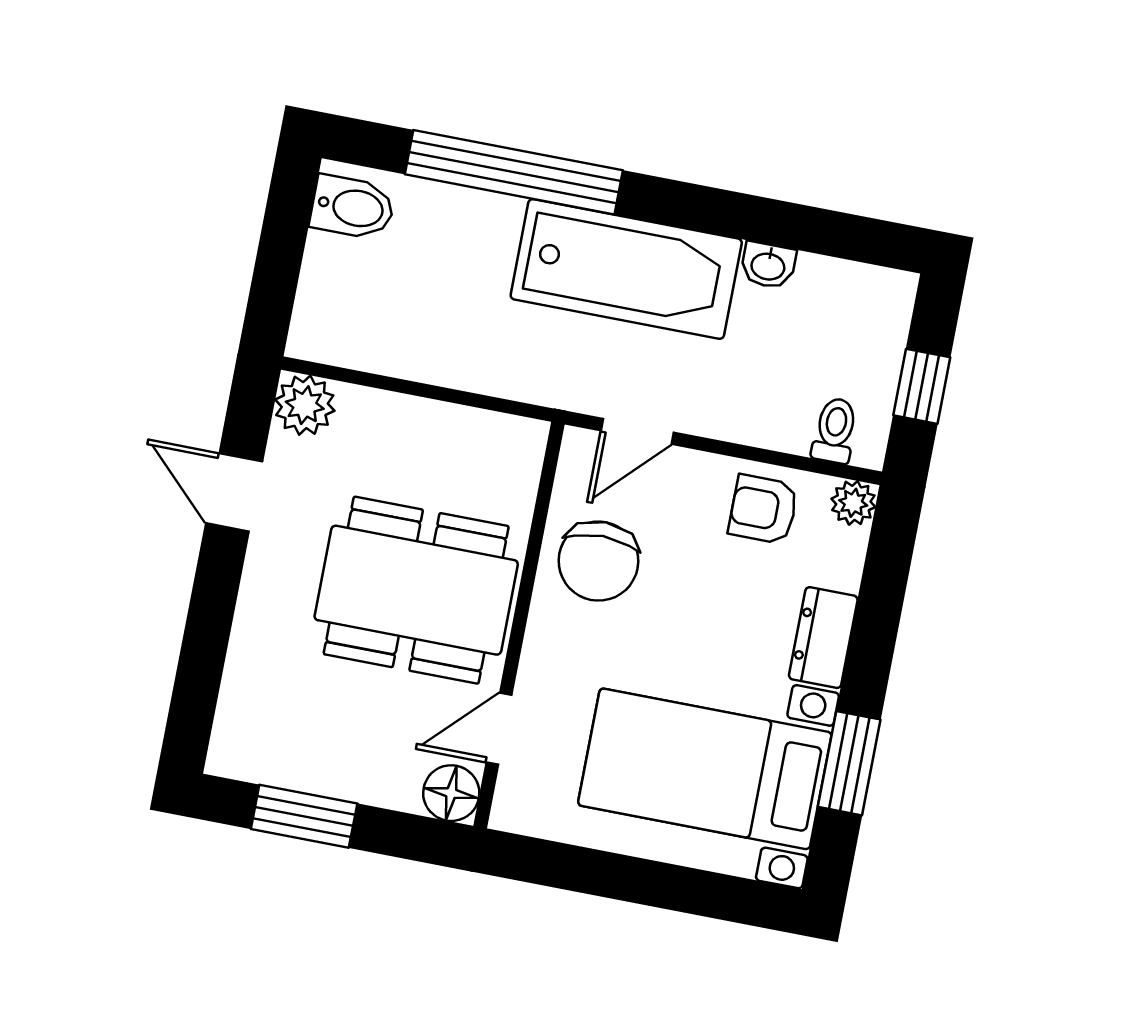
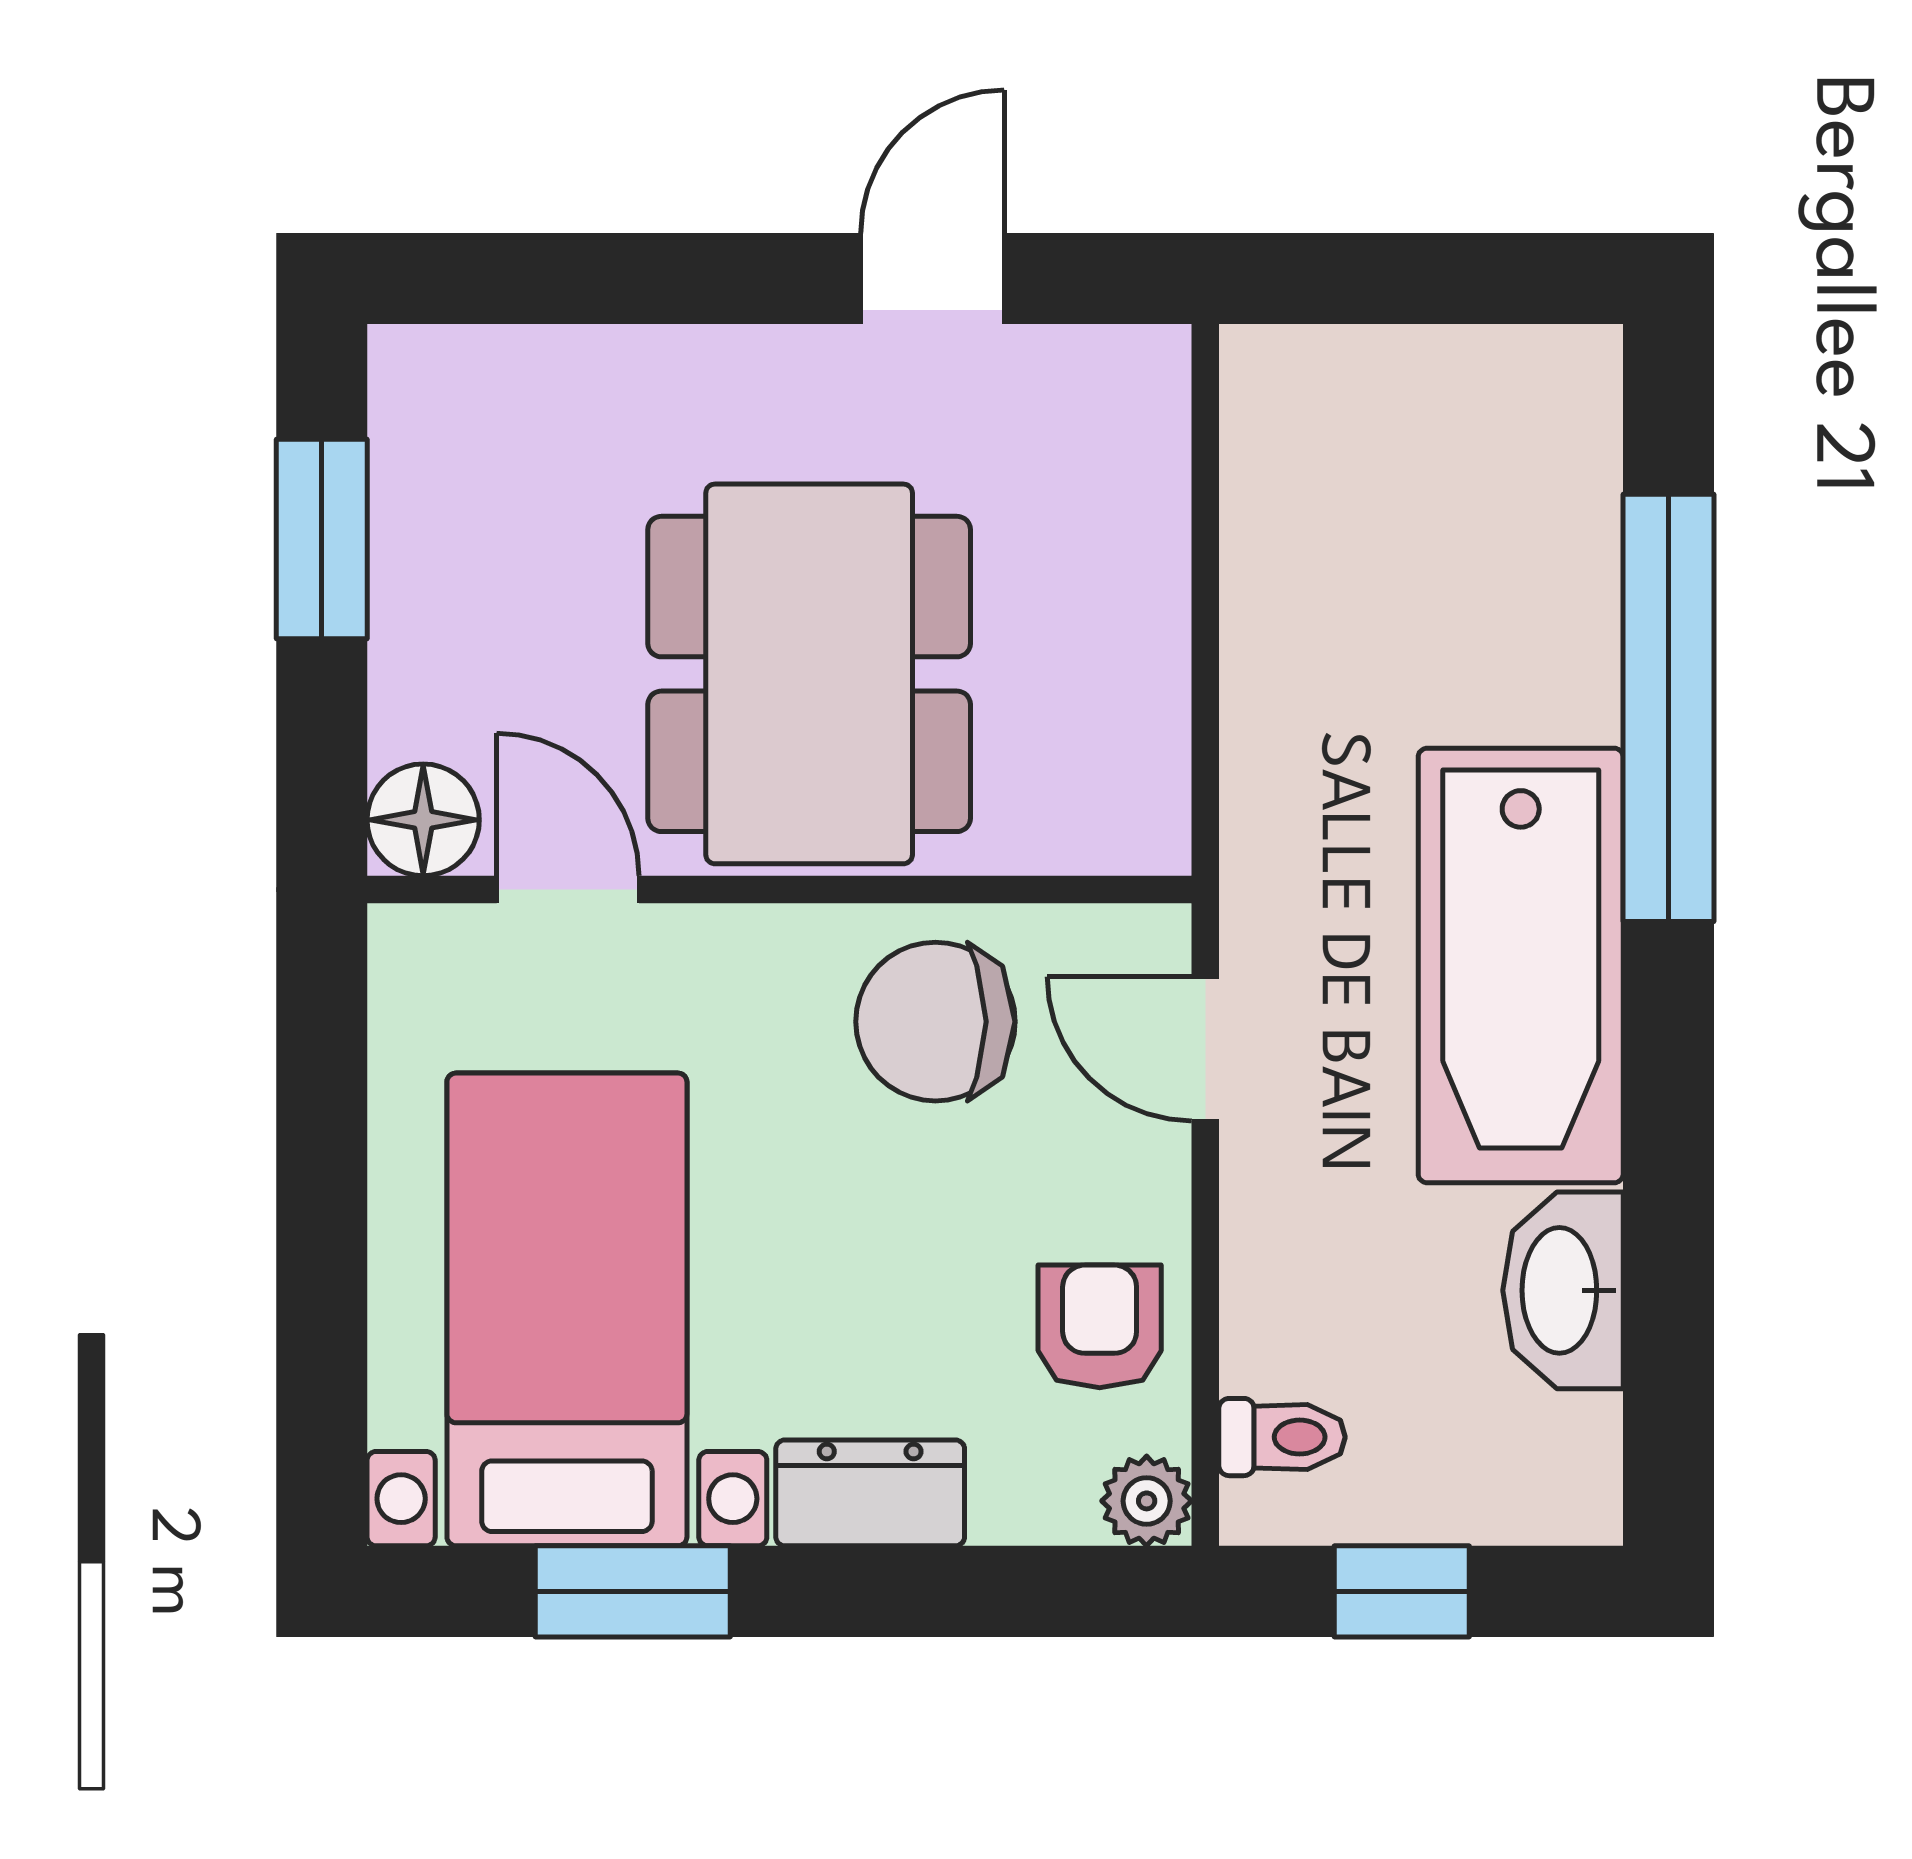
bidet: (352, 207) -> (1538, 404), removed
washbasin: (768, 265) -> (1563, 1290), width x1.91, depth x1.45
plant: (305, 405) -> (1131, 385), removed

